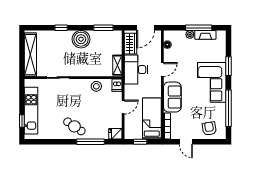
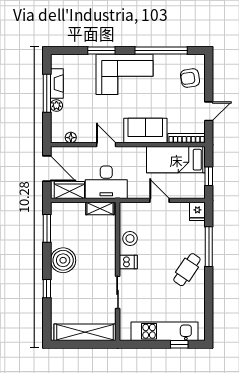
dishwasher: (117, 85) -> (128, 262), moved

